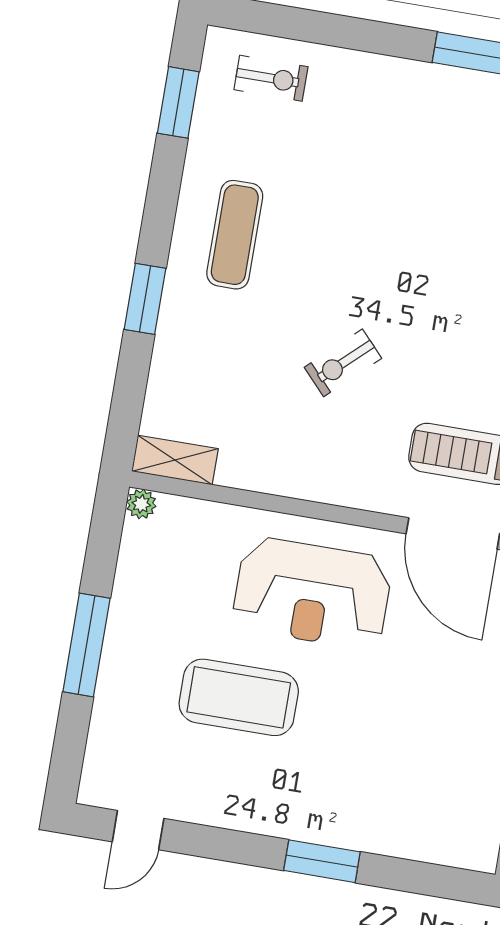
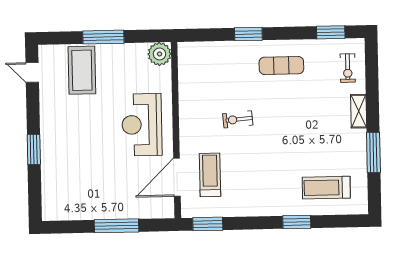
exercise bike: (343, 363) -> (238, 119), turned -52
shelving: (175, 460) -> (359, 111), moved
plant: (141, 504) -> (159, 54), width x1.88, depth x1.88
coffee table: (239, 697) -> (82, 70), moved

